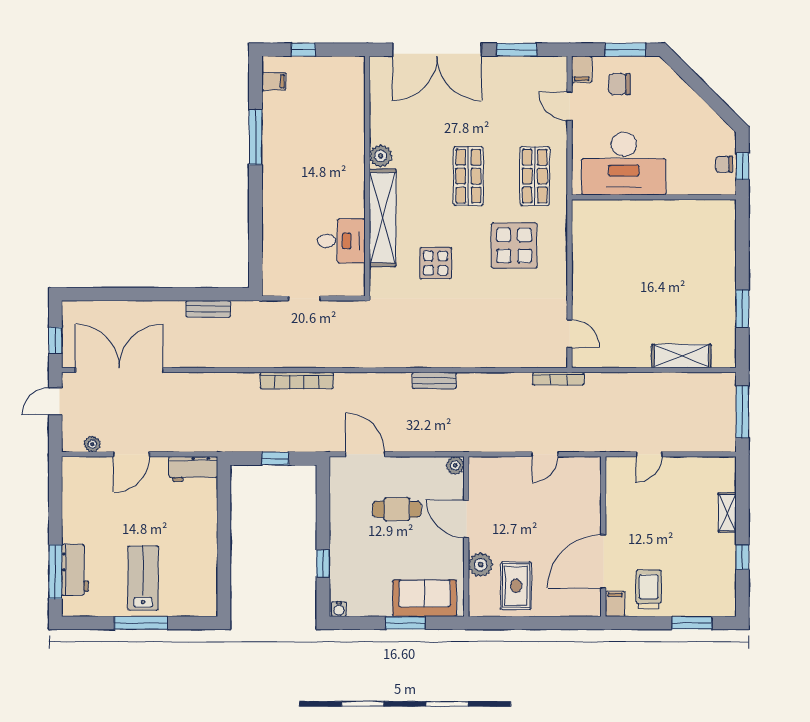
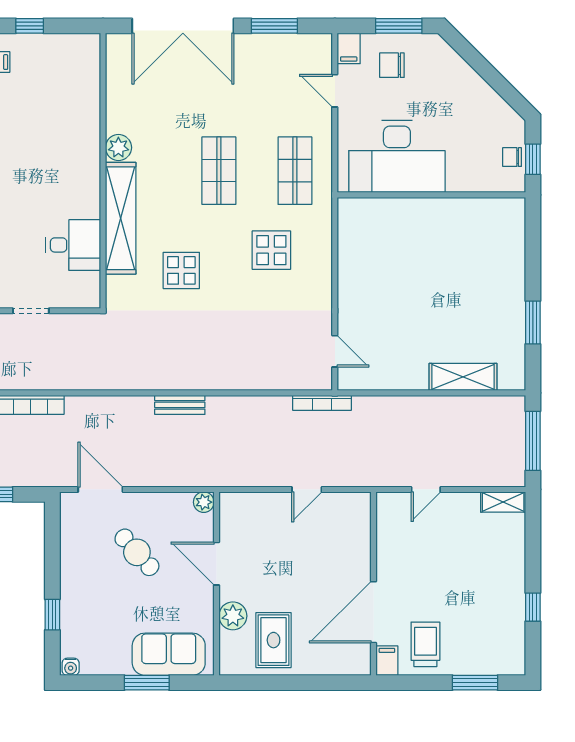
display table: (514, 245) -> (271, 250), width x0.73, depth x0.73
cafe table: (397, 509) -> (137, 552), turned 48
shelving: (727, 513) -> (503, 502), moved, turned 90

